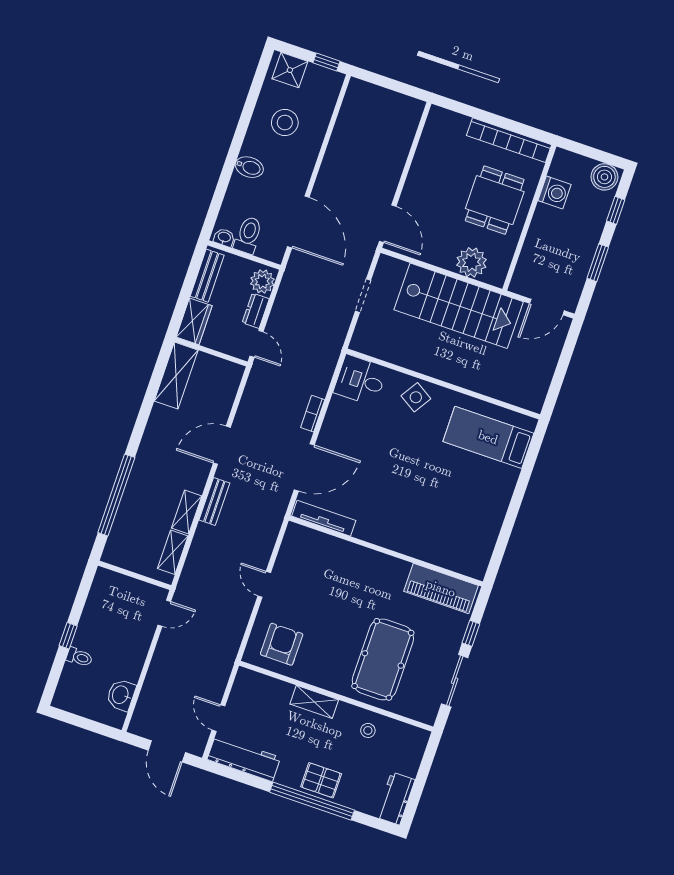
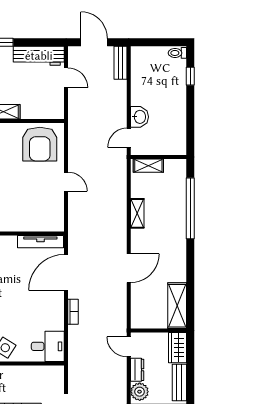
bench: (214, 501) -> (121, 63), moved
shelving: (173, 552) -> (148, 166), moved, turned 90
window: (68, 636) -> (190, 76), moved
armchair: (282, 644) -> (40, 144), width x1.36, depth x1.36
toilet: (79, 657) -> (177, 53), moved
washbasin: (121, 695) -> (139, 117), moved

